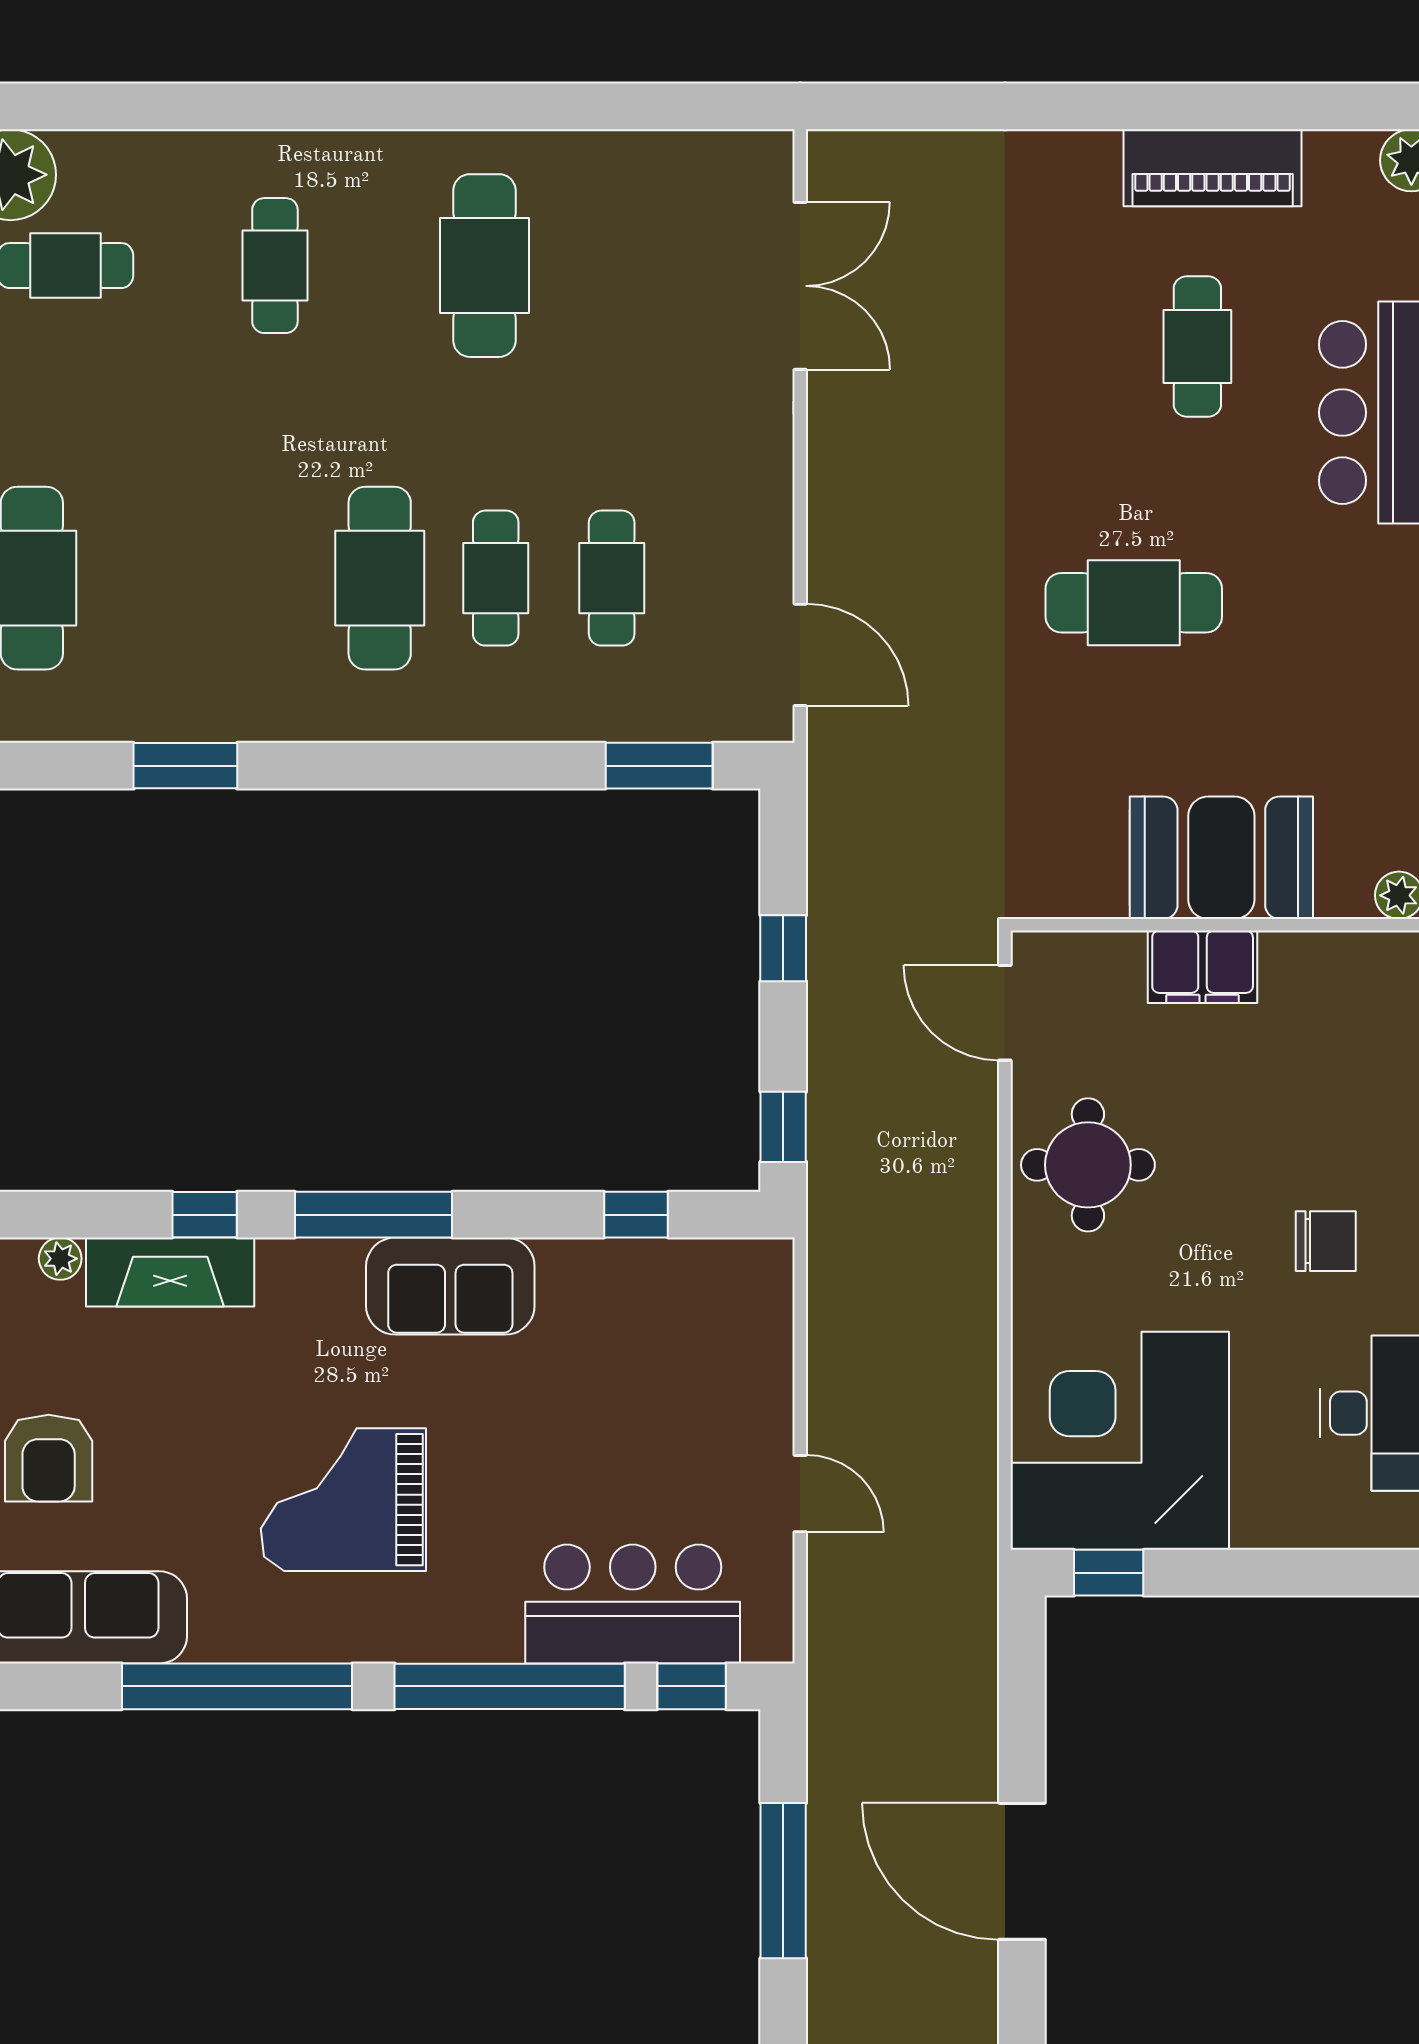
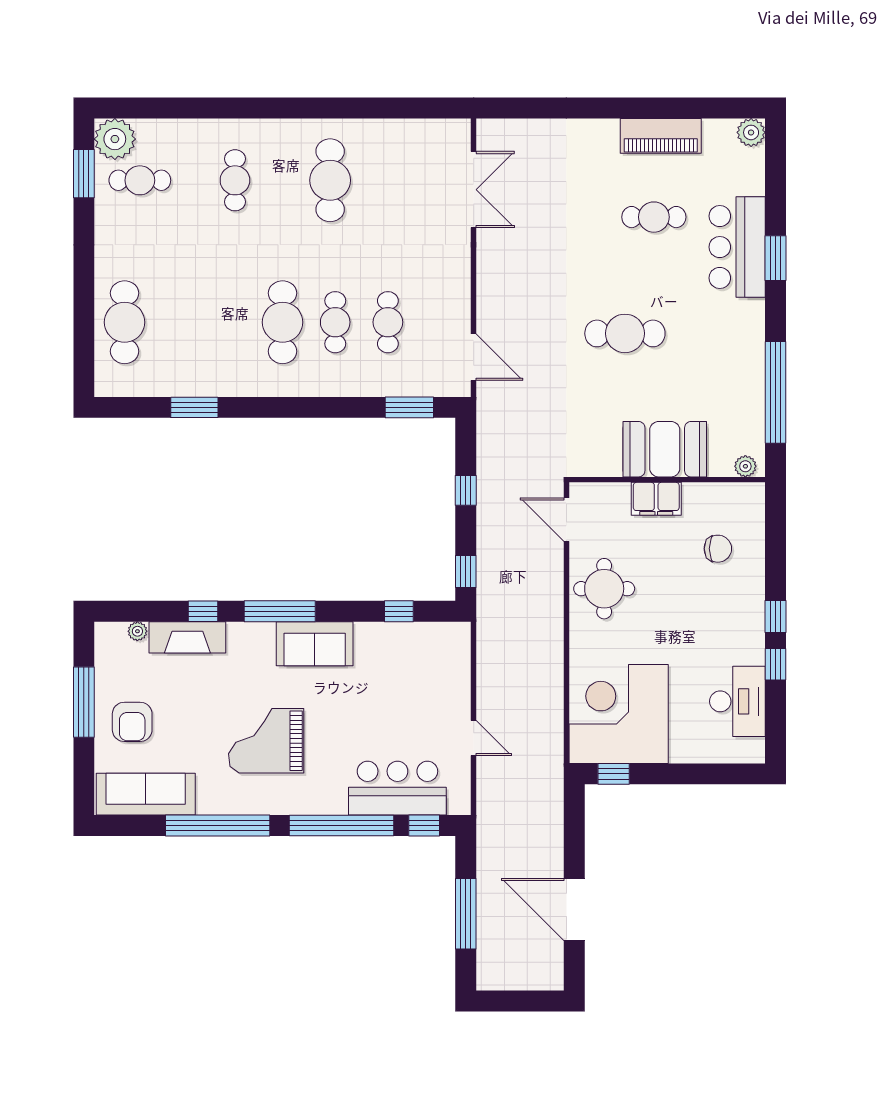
cafe table: (1197, 347) -> (654, 217), turned 90
chair: (1326, 1241) -> (718, 549), moved

